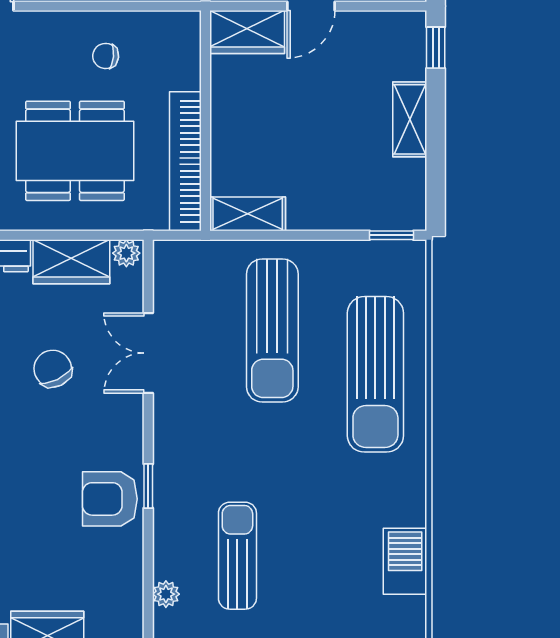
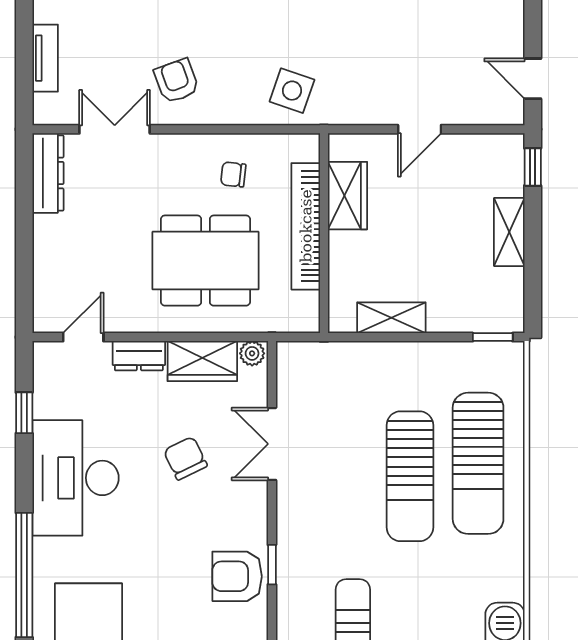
wardrobe: (247, 32) -> (347, 196), moved, turned -90
bookcase: (185, 161) -> (306, 226), moved
shelving: (248, 214) -> (391, 318), moved
sun lounger: (272, 330) -> (410, 476), moved

